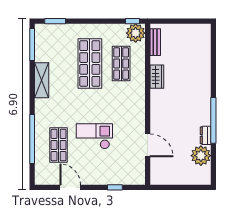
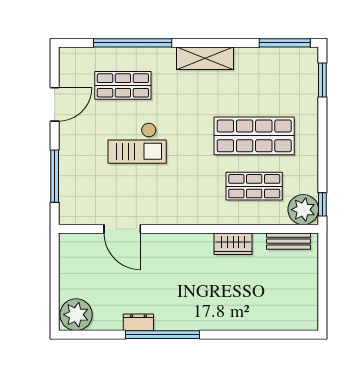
shelving: (42, 80) -> (205, 58), moved
checkout: (94, 136) -> (137, 143), turned 90
door: (148, 145) -> (122, 229), hinge flipped
plant: (201, 156) -> (76, 315), moved
window: (115, 187) -> (55, 176), width x2.17

